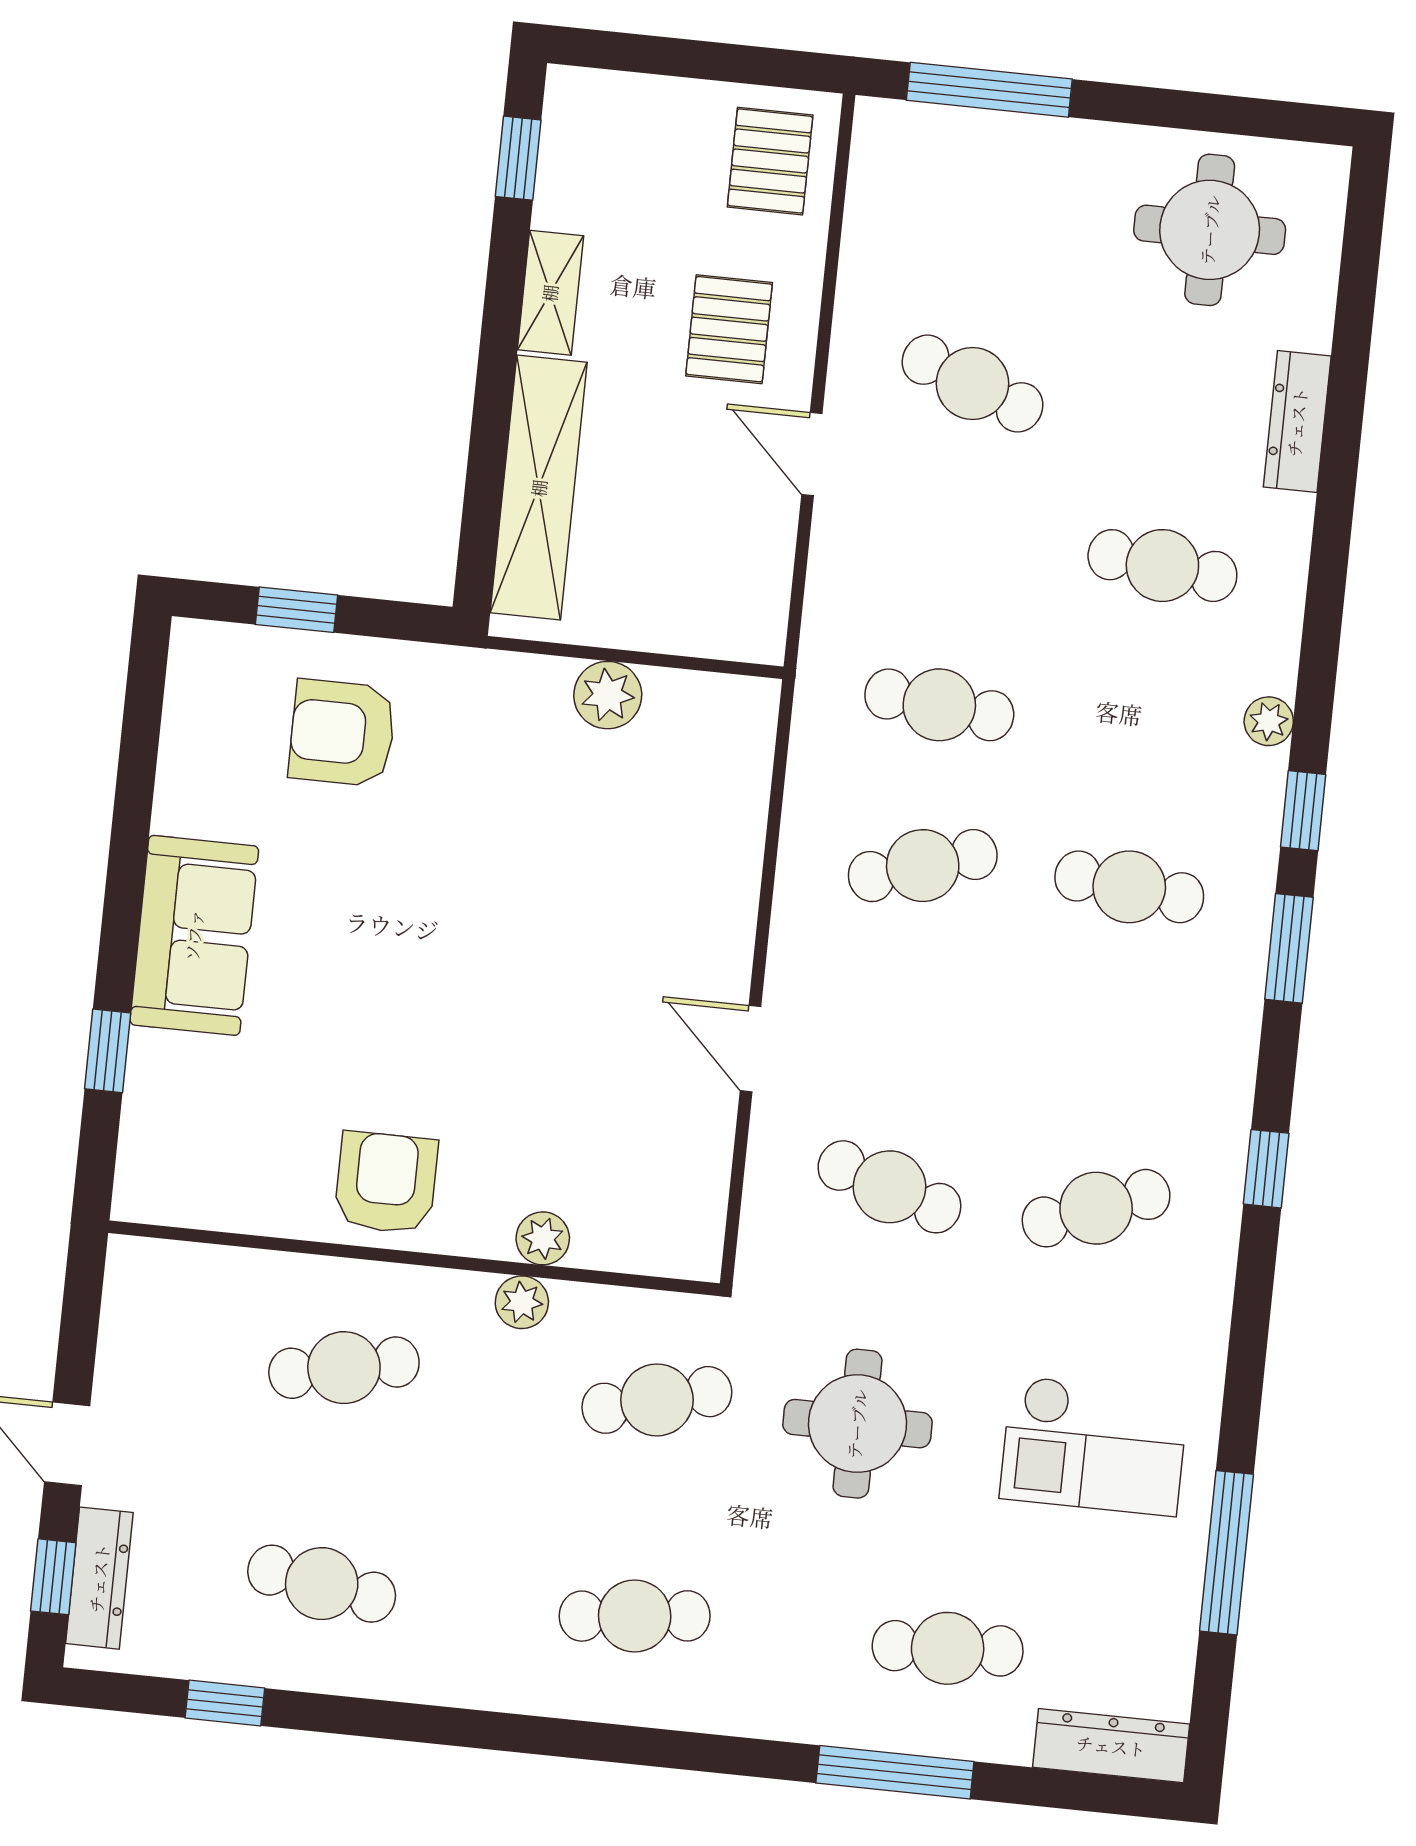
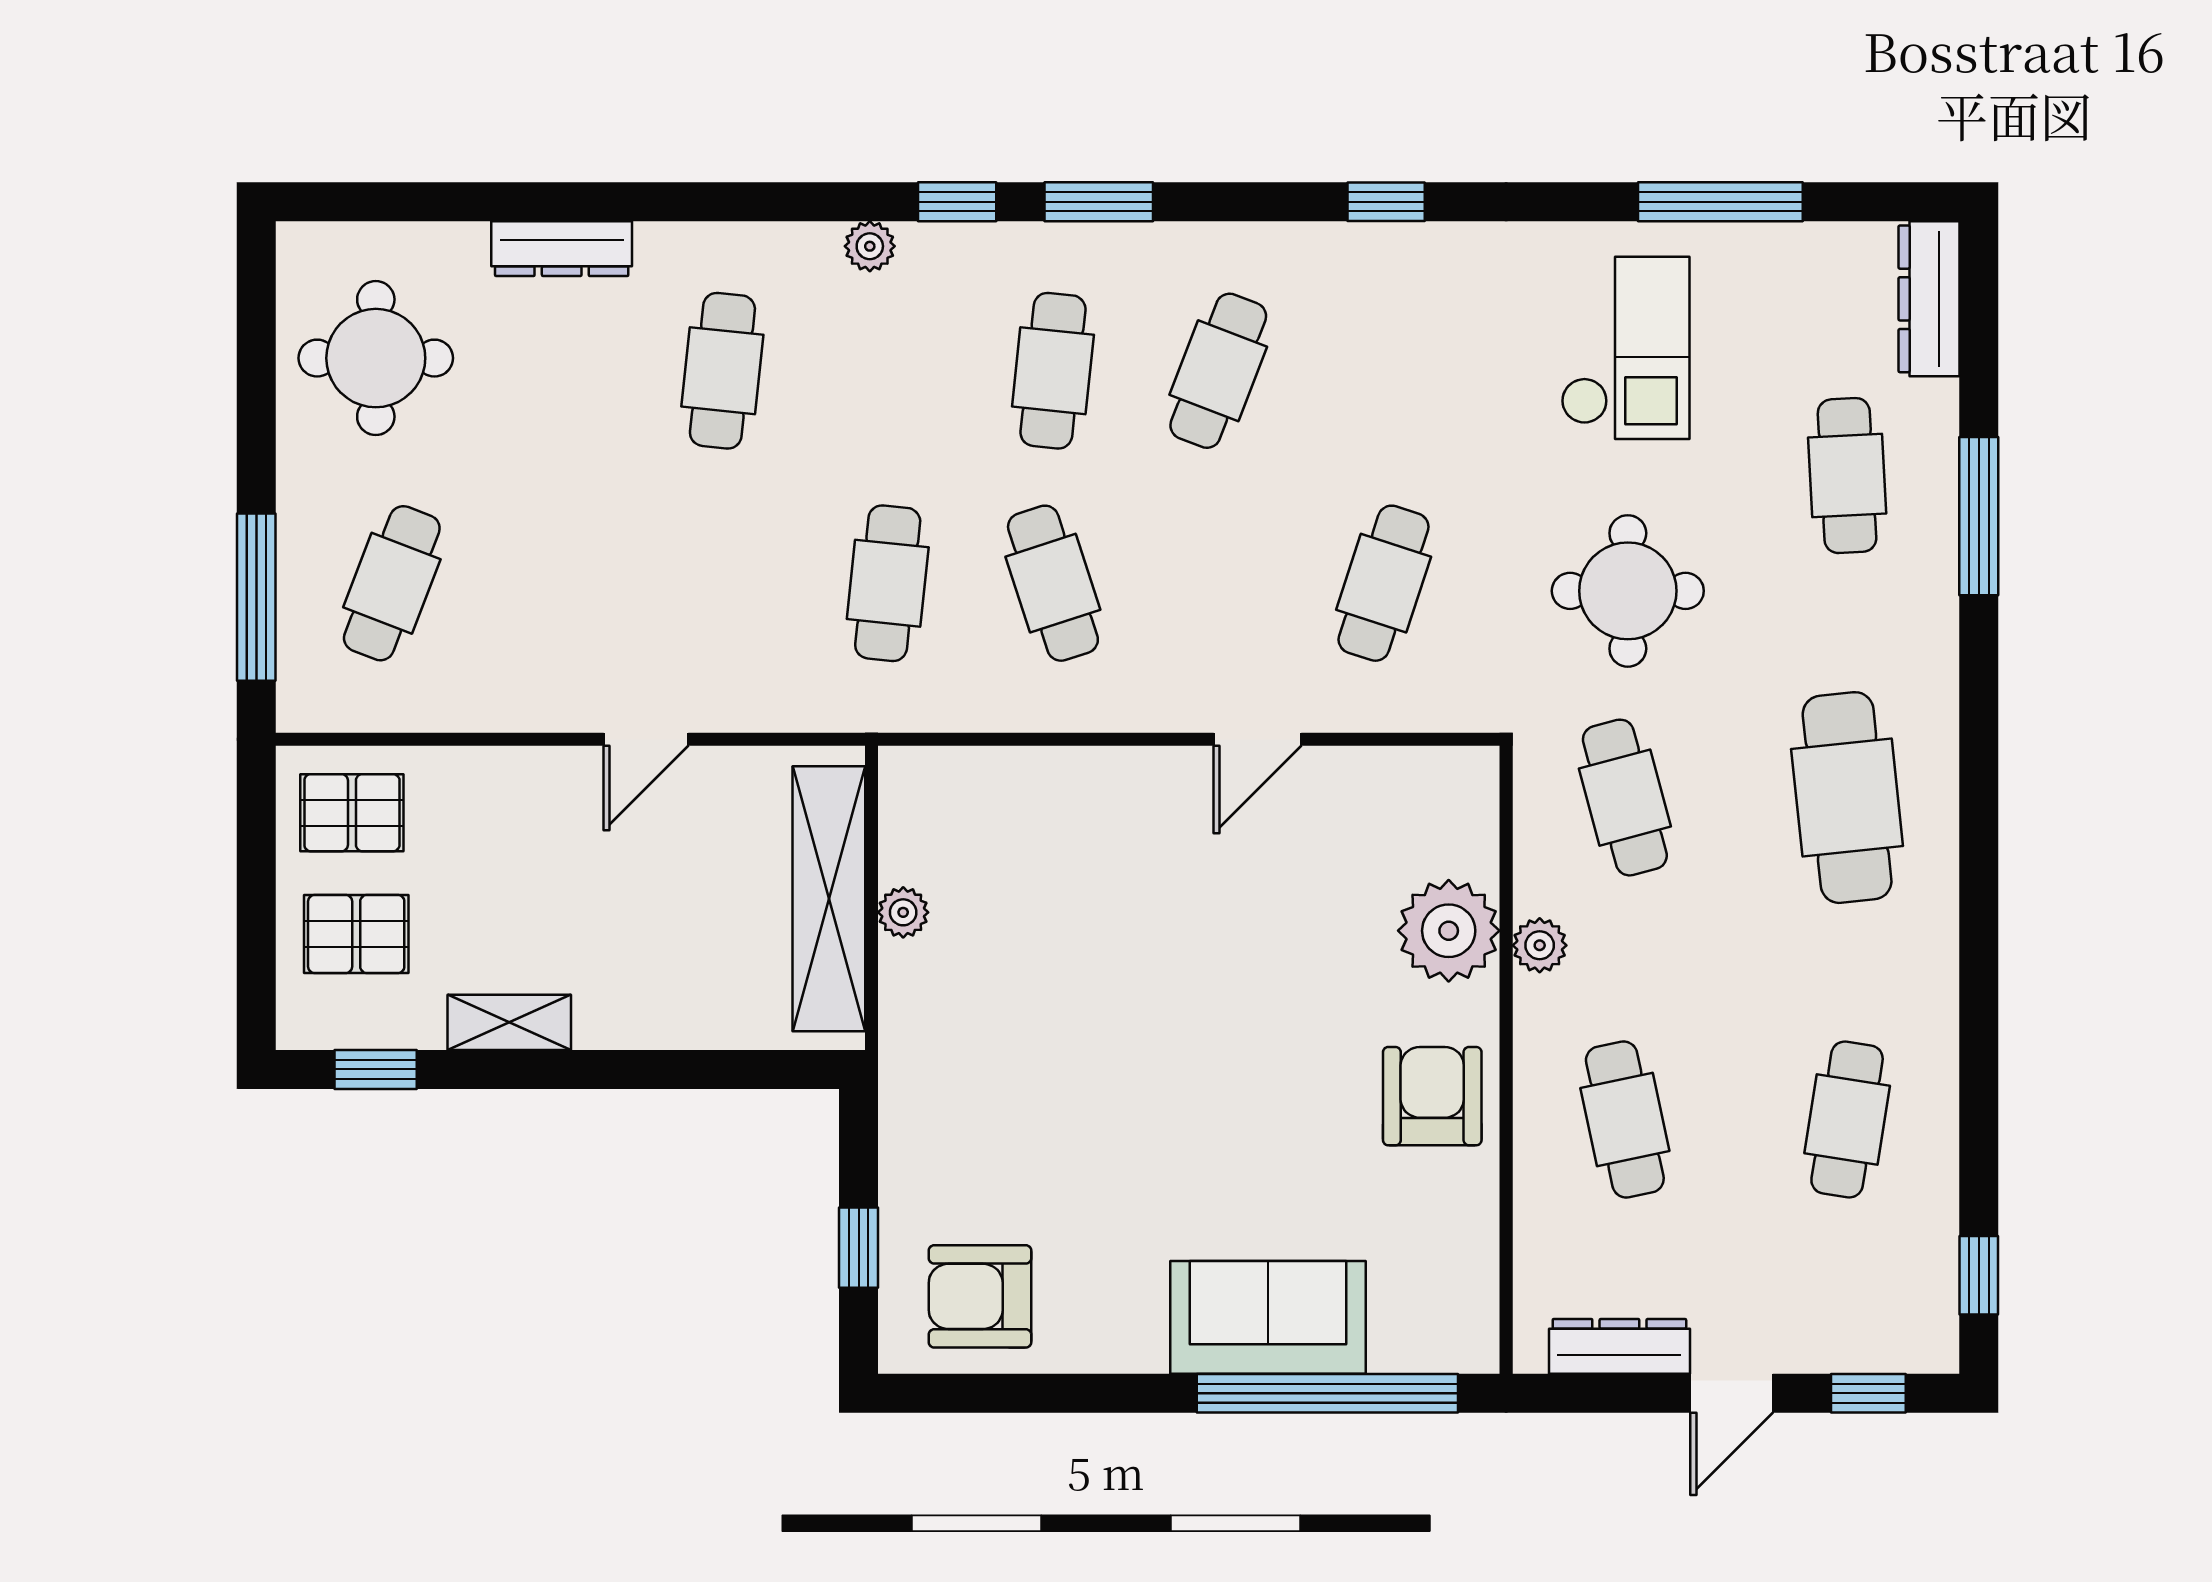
pallet: (729, 329) -> (356, 934), moved
cafe table: (973, 384) -> (392, 583), moved
shelving: (539, 488) -> (829, 899), moved, turned 90
plant: (608, 695) -> (903, 912), width x0.73, depth x0.73
armchair: (342, 733) -> (980, 1296), moved, turned 90
sofa: (194, 935) -> (1268, 1317), moved
window: (108, 1051) -> (1327, 1393), width x3.17
window: (1266, 1169) -> (1386, 202), moved
armchair: (386, 1183) -> (1432, 1096), turned 90
cafe table: (1096, 1208) -> (1218, 371), moved, turned 42
plant: (543, 1238) -> (1449, 931), width x1.88, depth x1.88
dresser: (99, 1578) -> (1619, 1346), moved
cafe table: (635, 1616) -> (1847, 798), width x1.37, depth x1.35
window: (225, 1703) -> (1979, 1275), moved

